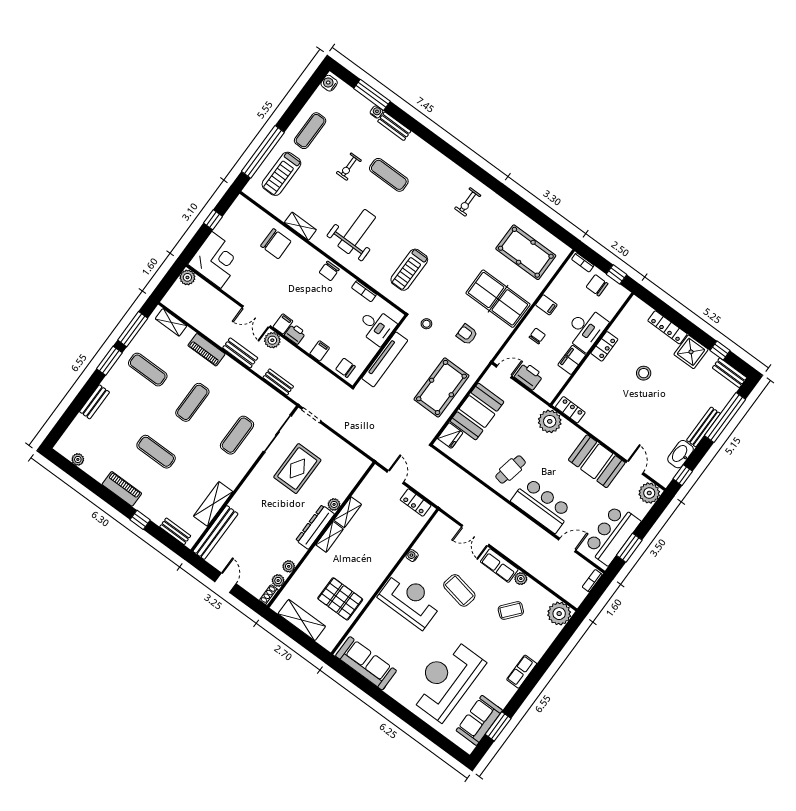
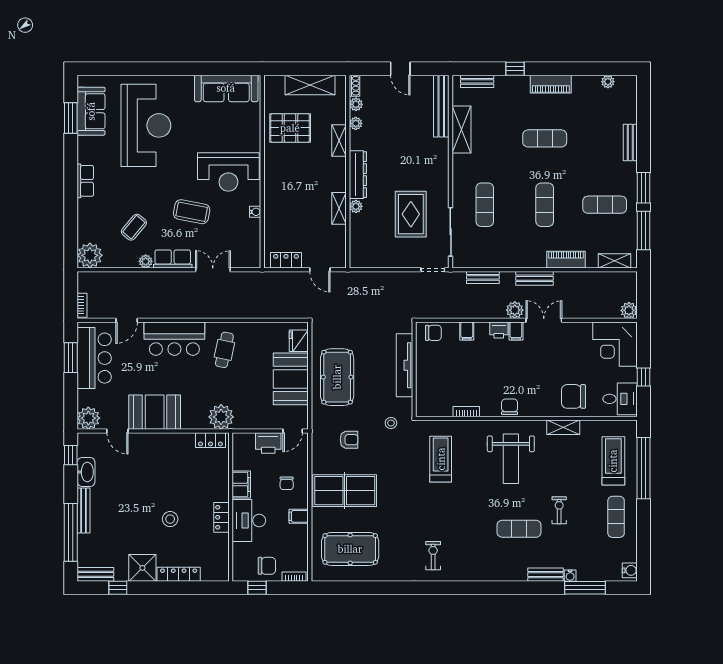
desk: (376, 326) -> (620, 399), moved, turned 180
shelving: (330, 537) -> (339, 140), moved

